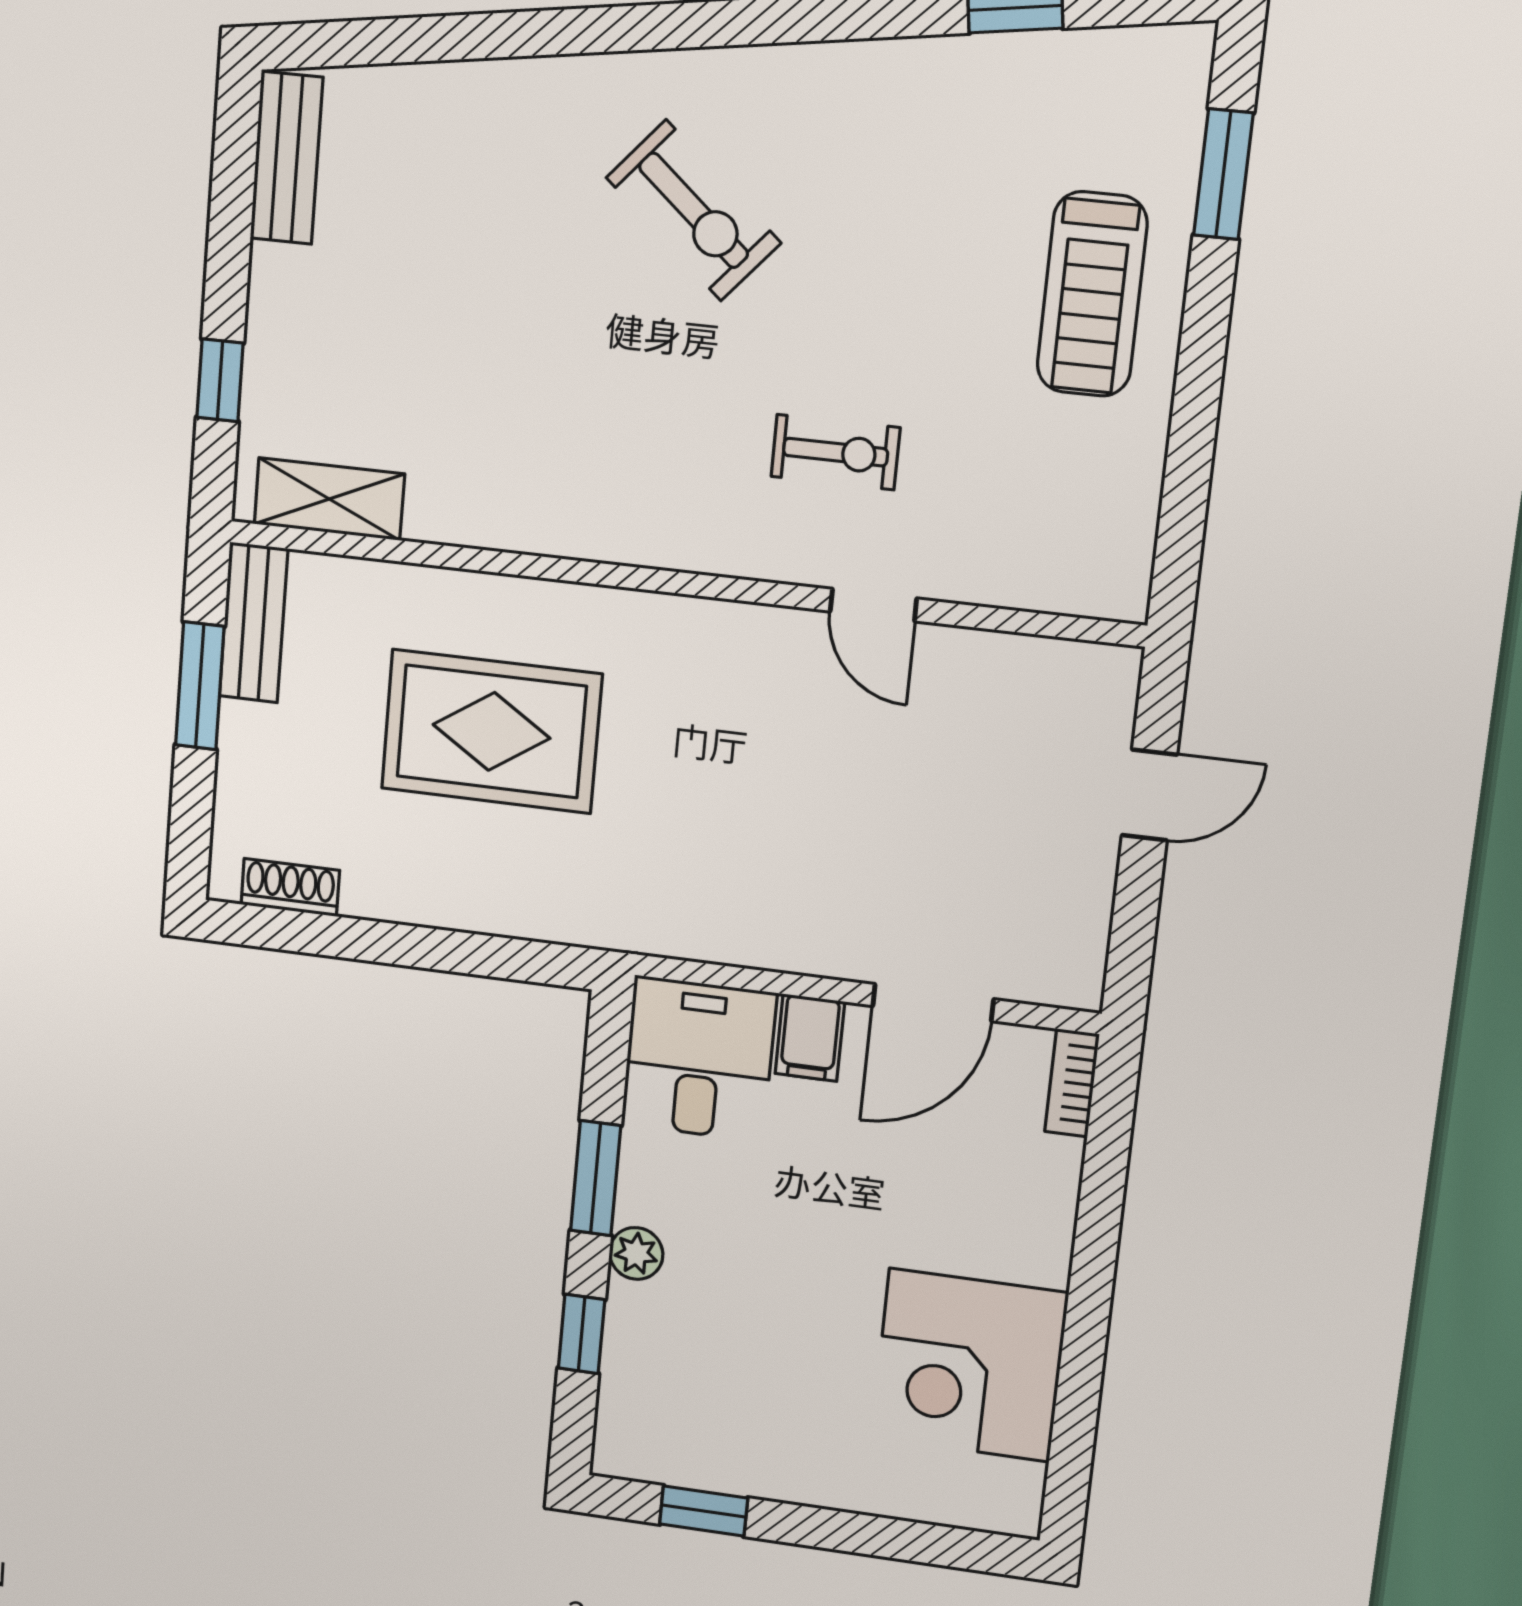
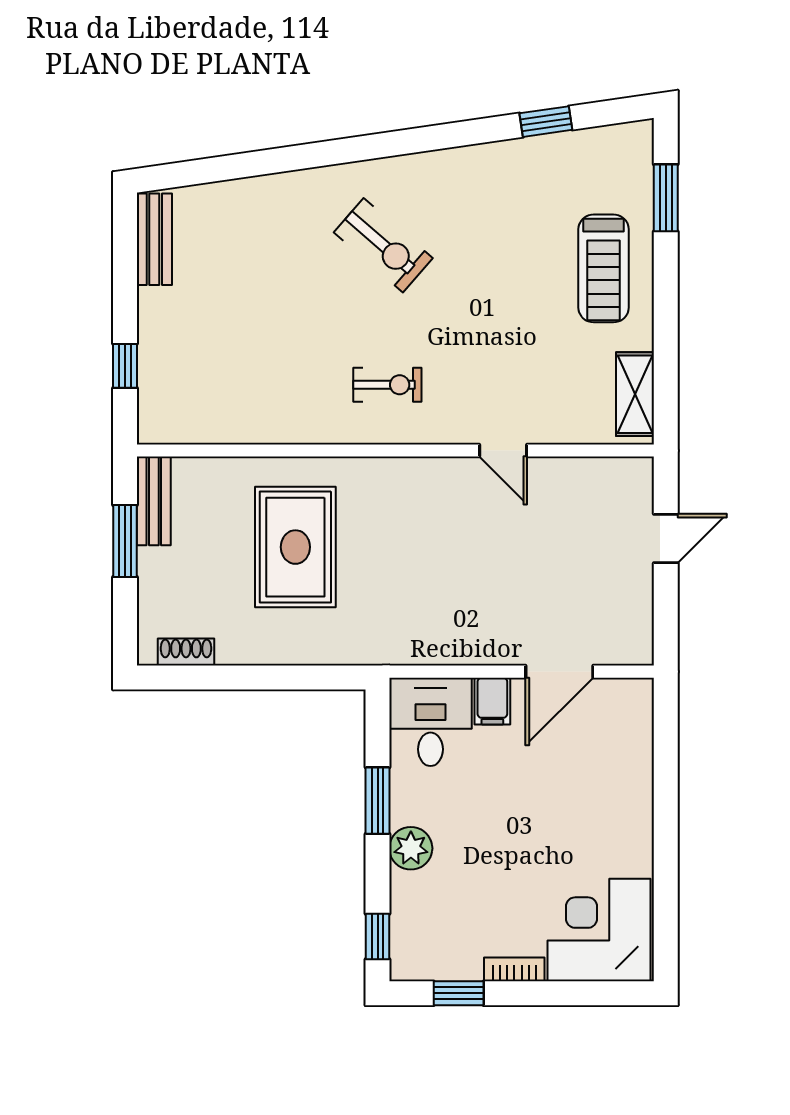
exercise bike: (836, 452) -> (387, 385), moved
shelving: (329, 499) -> (635, 394), moved, turned 90
rug: (491, 731) -> (295, 547), turned 90
bookcase: (1072, 1083) -> (514, 969), moved, turned 90
plant: (636, 1253) -> (411, 848), width x1.38, depth x1.38
window: (582, 1334) -> (378, 937), moved
corner desk: (969, 1365) -> (599, 930), moved, turned 90

